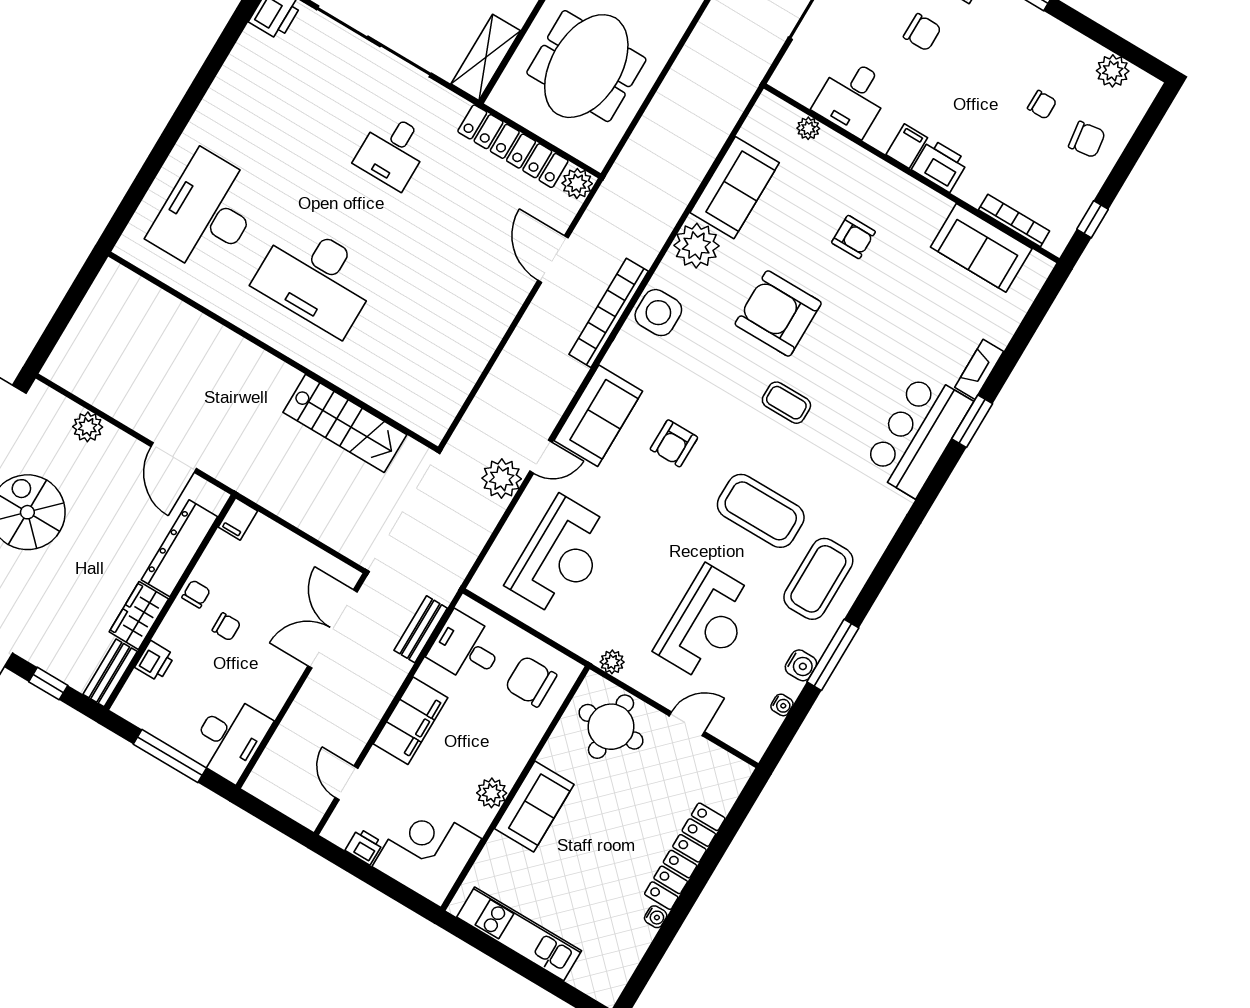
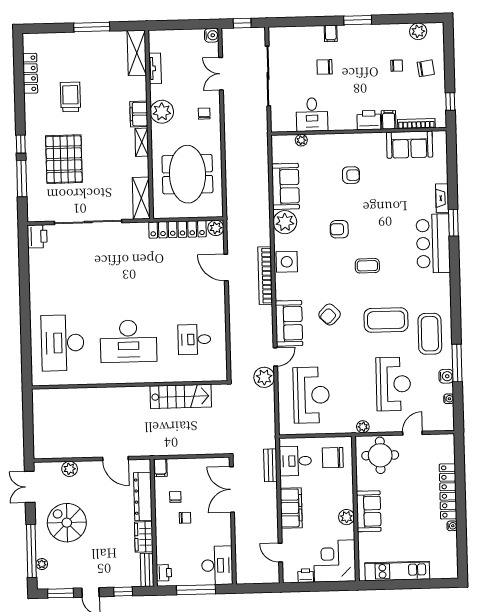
chair: (922, 32) -> (325, 67), turned 180
filing cabinet: (907, 146) -> (389, 120), moved
desk: (393, 151) -> (194, 339), moved, turned 90
armchair: (778, 313) -> (339, 229), width x0.53, depth x0.53
armchair: (674, 443) -> (330, 315), turned 44
chair: (196, 594) -> (175, 497), moved
printer: (155, 661) -> (164, 573), moved

